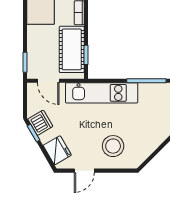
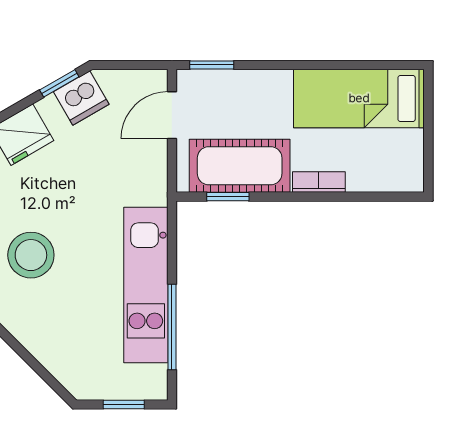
kitchen unit: (102, 93) -> (146, 285), moved

